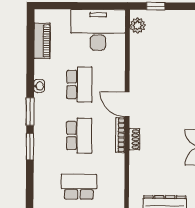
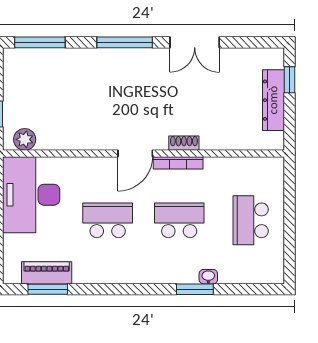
washbasin: (39, 86) -> (208, 277), moved
window: (30, 112) -> (48, 289), moved

